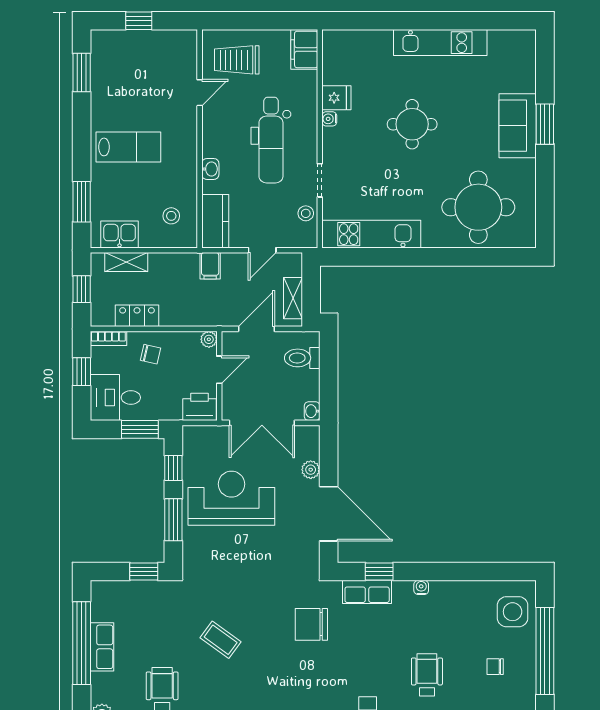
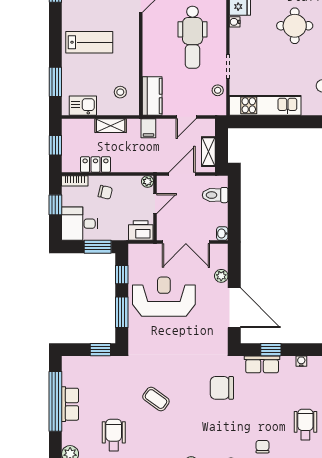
washbasin: (210, 169) -> (149, 58), removed
shelving: (126, 262) -> (111, 126), moved

